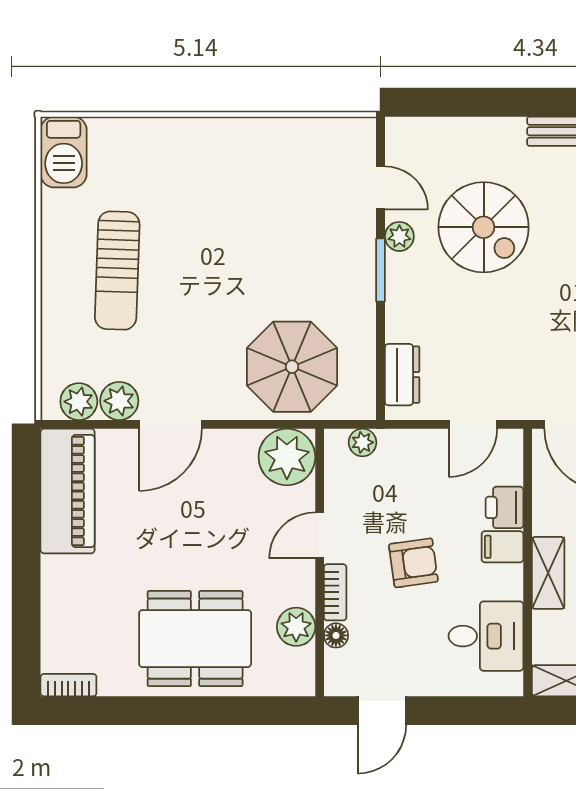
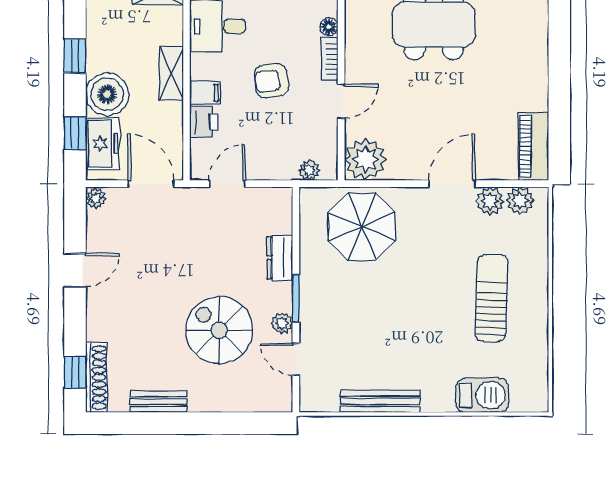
bench: (267, 132) -> (380, 401), added
barbecue: (64, 152) -> (482, 395), moved, turned 90
dresser: (402, 375) -> (280, 258), moved
piano: (68, 491) -> (533, 147), width x0.73, depth x0.75
plant: (296, 627) -> (359, 33), removed

